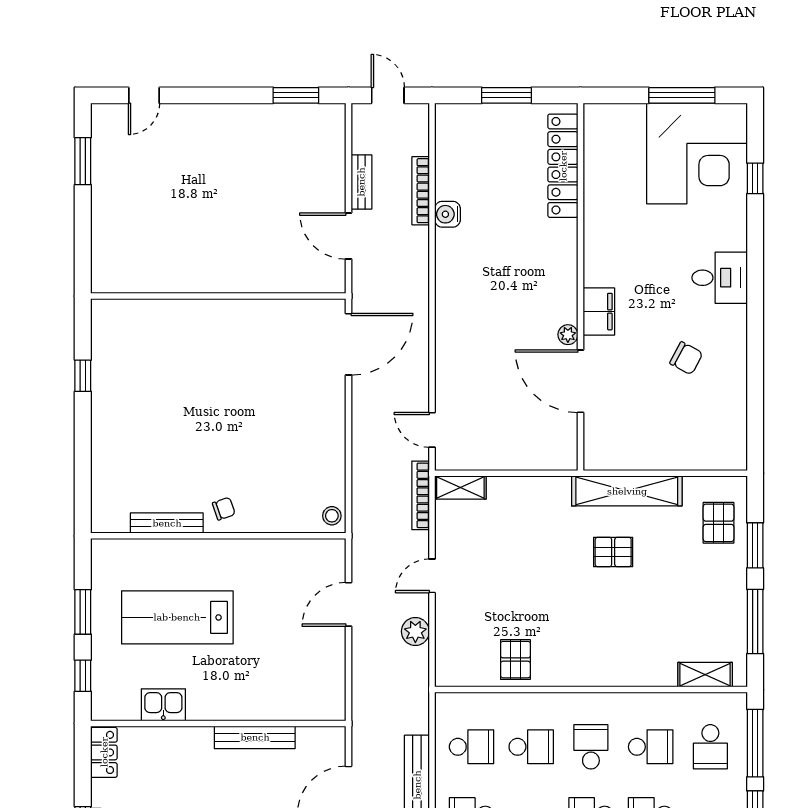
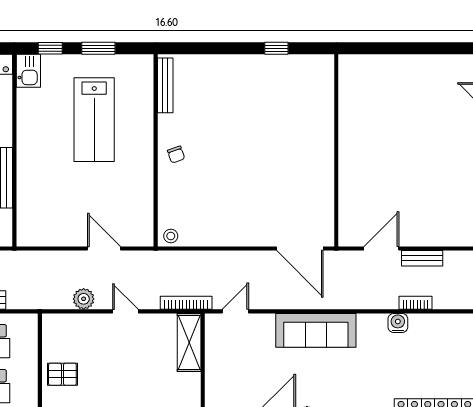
window: (83, 161) -> (438, 48), removed
bookcase: (421, 191) -> (416, 303), width x0.64
sofa: (457, 323) -> (316, 330), added
shelving: (460, 487) -> (189, 342), width x1.50, depth x1.33
bench: (167, 523) -> (165, 85), moved
lab bench: (177, 617) -> (94, 120), turned 180
kitchen sink: (163, 705) -> (28, 71), moved

